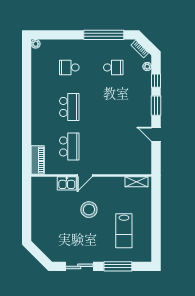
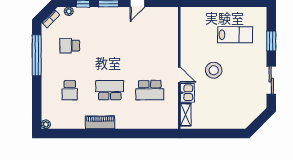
school desk: (113, 67) -> (70, 46), turned -90
school desk: (69, 146) -> (150, 90), turned 180
piano: (38, 160) -> (100, 122), moved
shelving: (137, 182) -> (186, 115), moved
window: (118, 266) -> (271, 41), width x0.69

